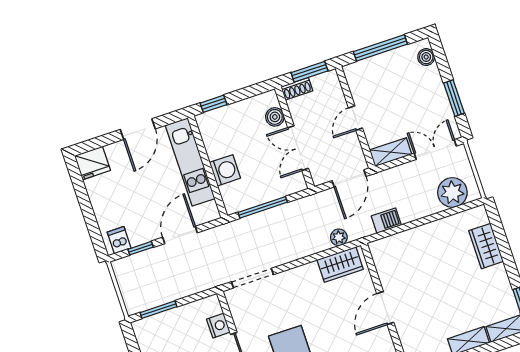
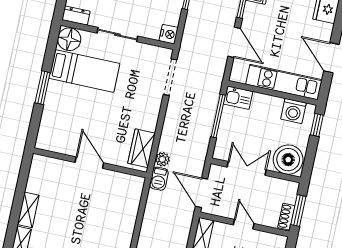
shoe rack: (297, 89) -> (286, 217), moved
boiler: (275, 117) -> (288, 160), width x1.86, depth x1.86
washing machine: (225, 170) -> (293, 111), moved
kitchen sink: (233, 198) -> (238, 98), added
barbecue: (386, 221) -> (159, 179), moved
nightstand: (218, 326) -> (169, 34), moved, turned -90

